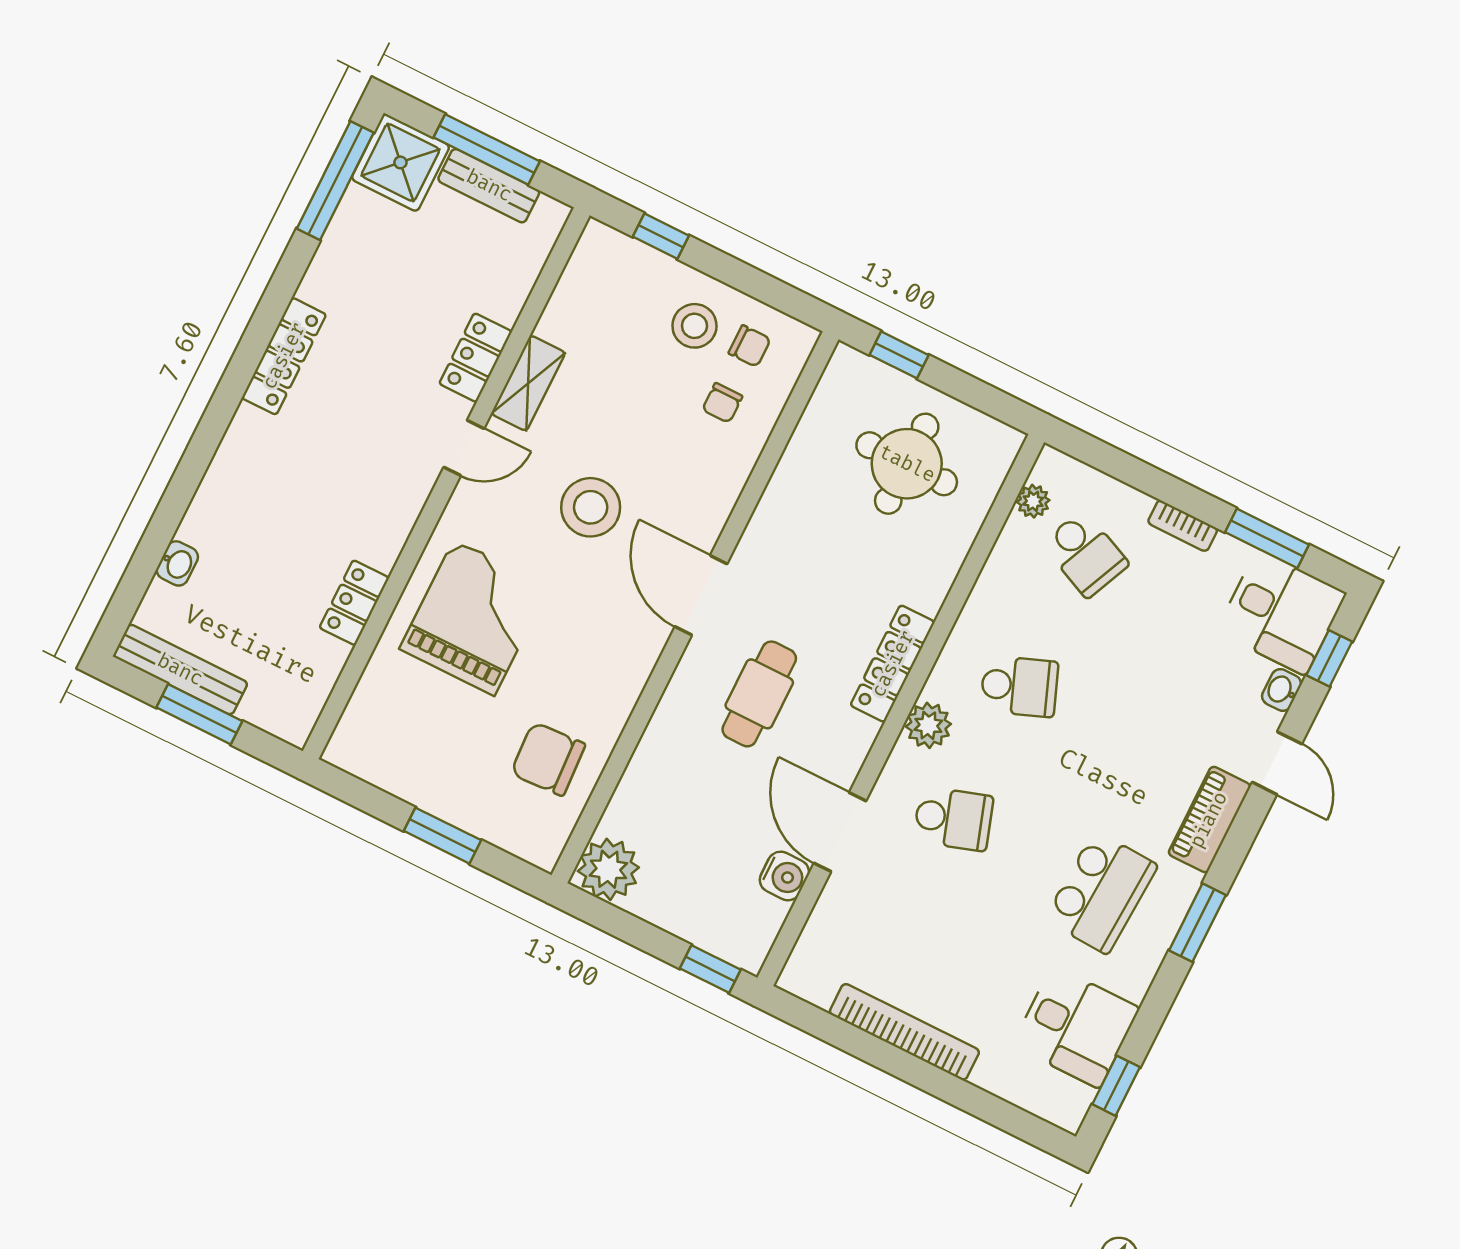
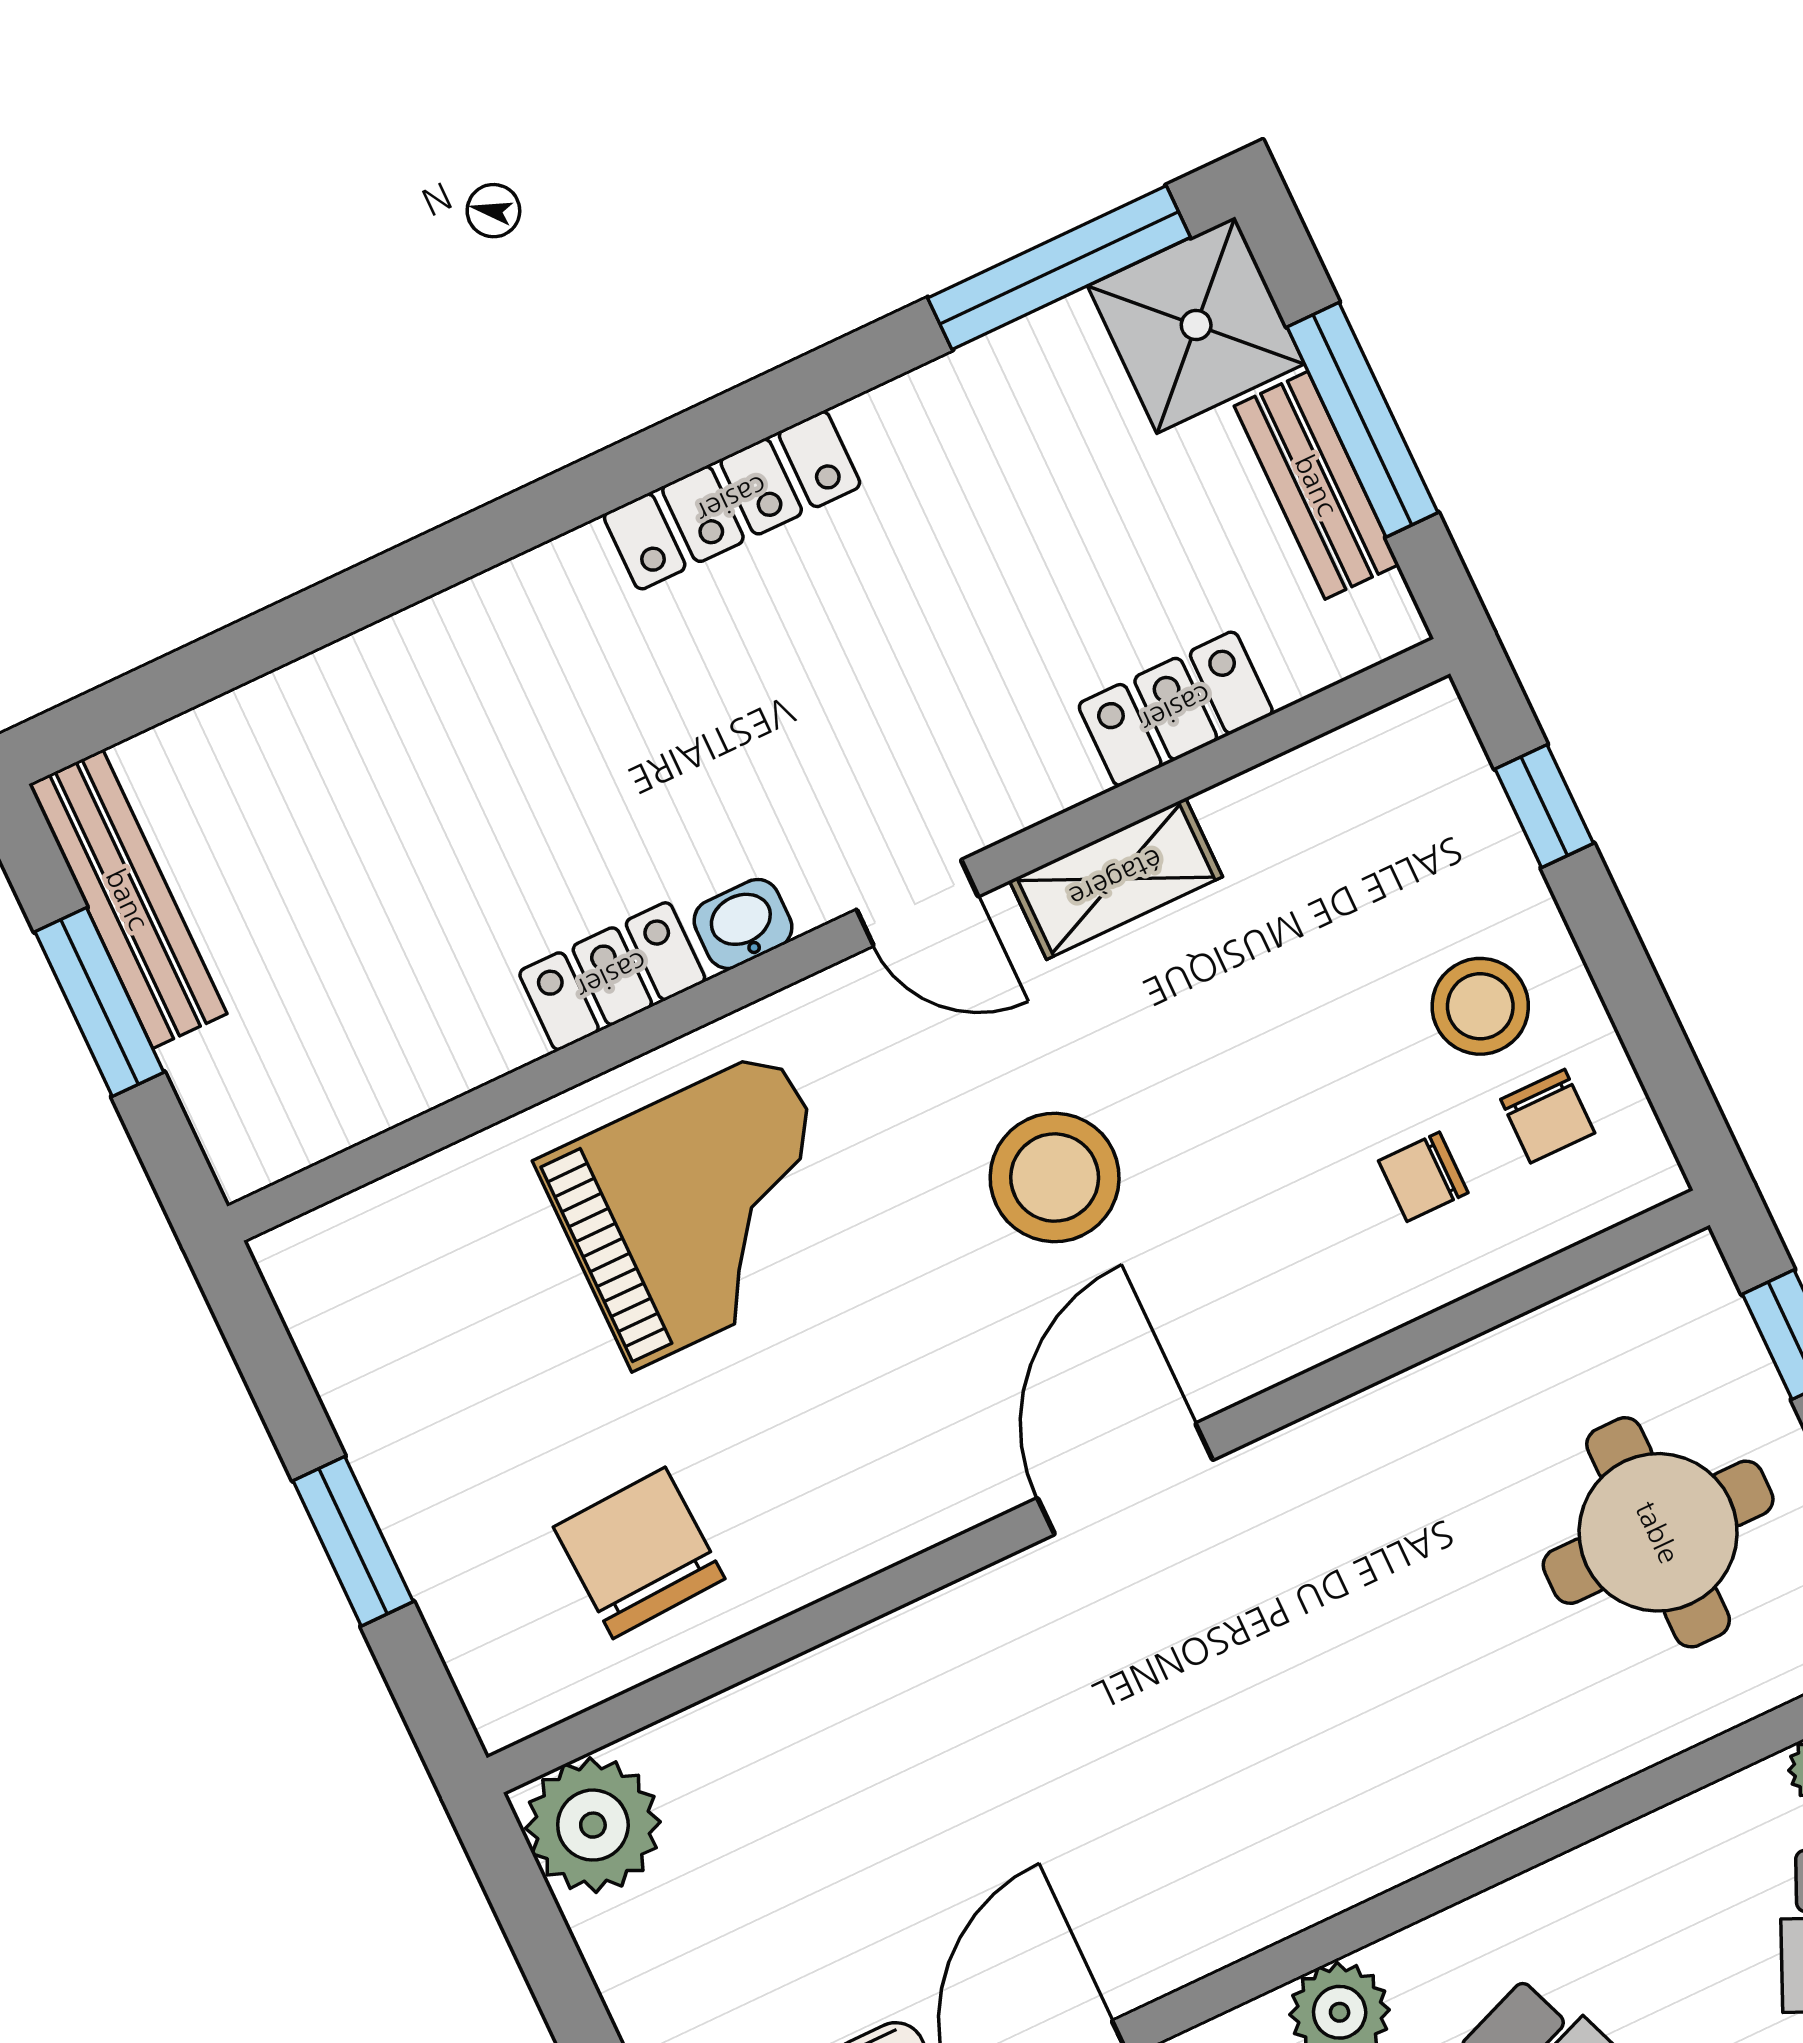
locker: (476, 358) -> (1176, 709), moved
washbasin: (177, 563) -> (743, 924), moved, turned 180
locker: (354, 603) -> (612, 976), moved
locker: (893, 664) -> (1362, 1857), removed
cafe table: (759, 694) -> (1091, 1728), removed

